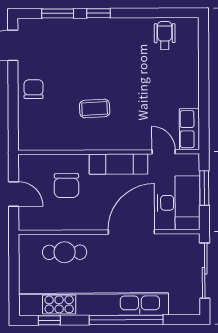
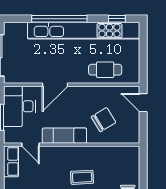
chair: (66, 186) -> (103, 120), turned 59
door: (14, 194) -> (143, 103), moved
door: (131, 232) -> (55, 85), width x0.73

